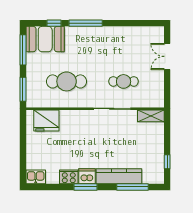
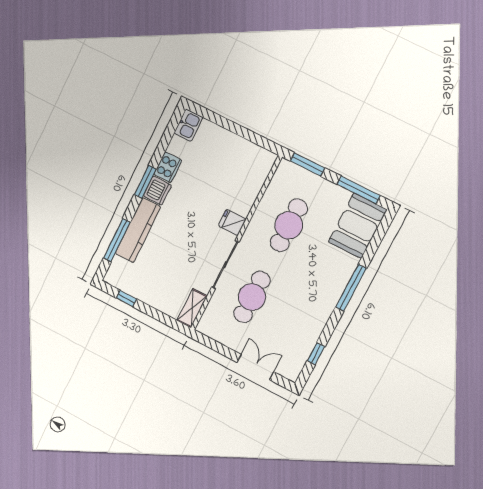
window: (54, 23) -> (316, 354), moved
cafe table: (124, 81) -> (252, 297), width x1.37, depth x1.35
fridge: (46, 121) -> (232, 222), moved, width x0.53, depth x0.75

